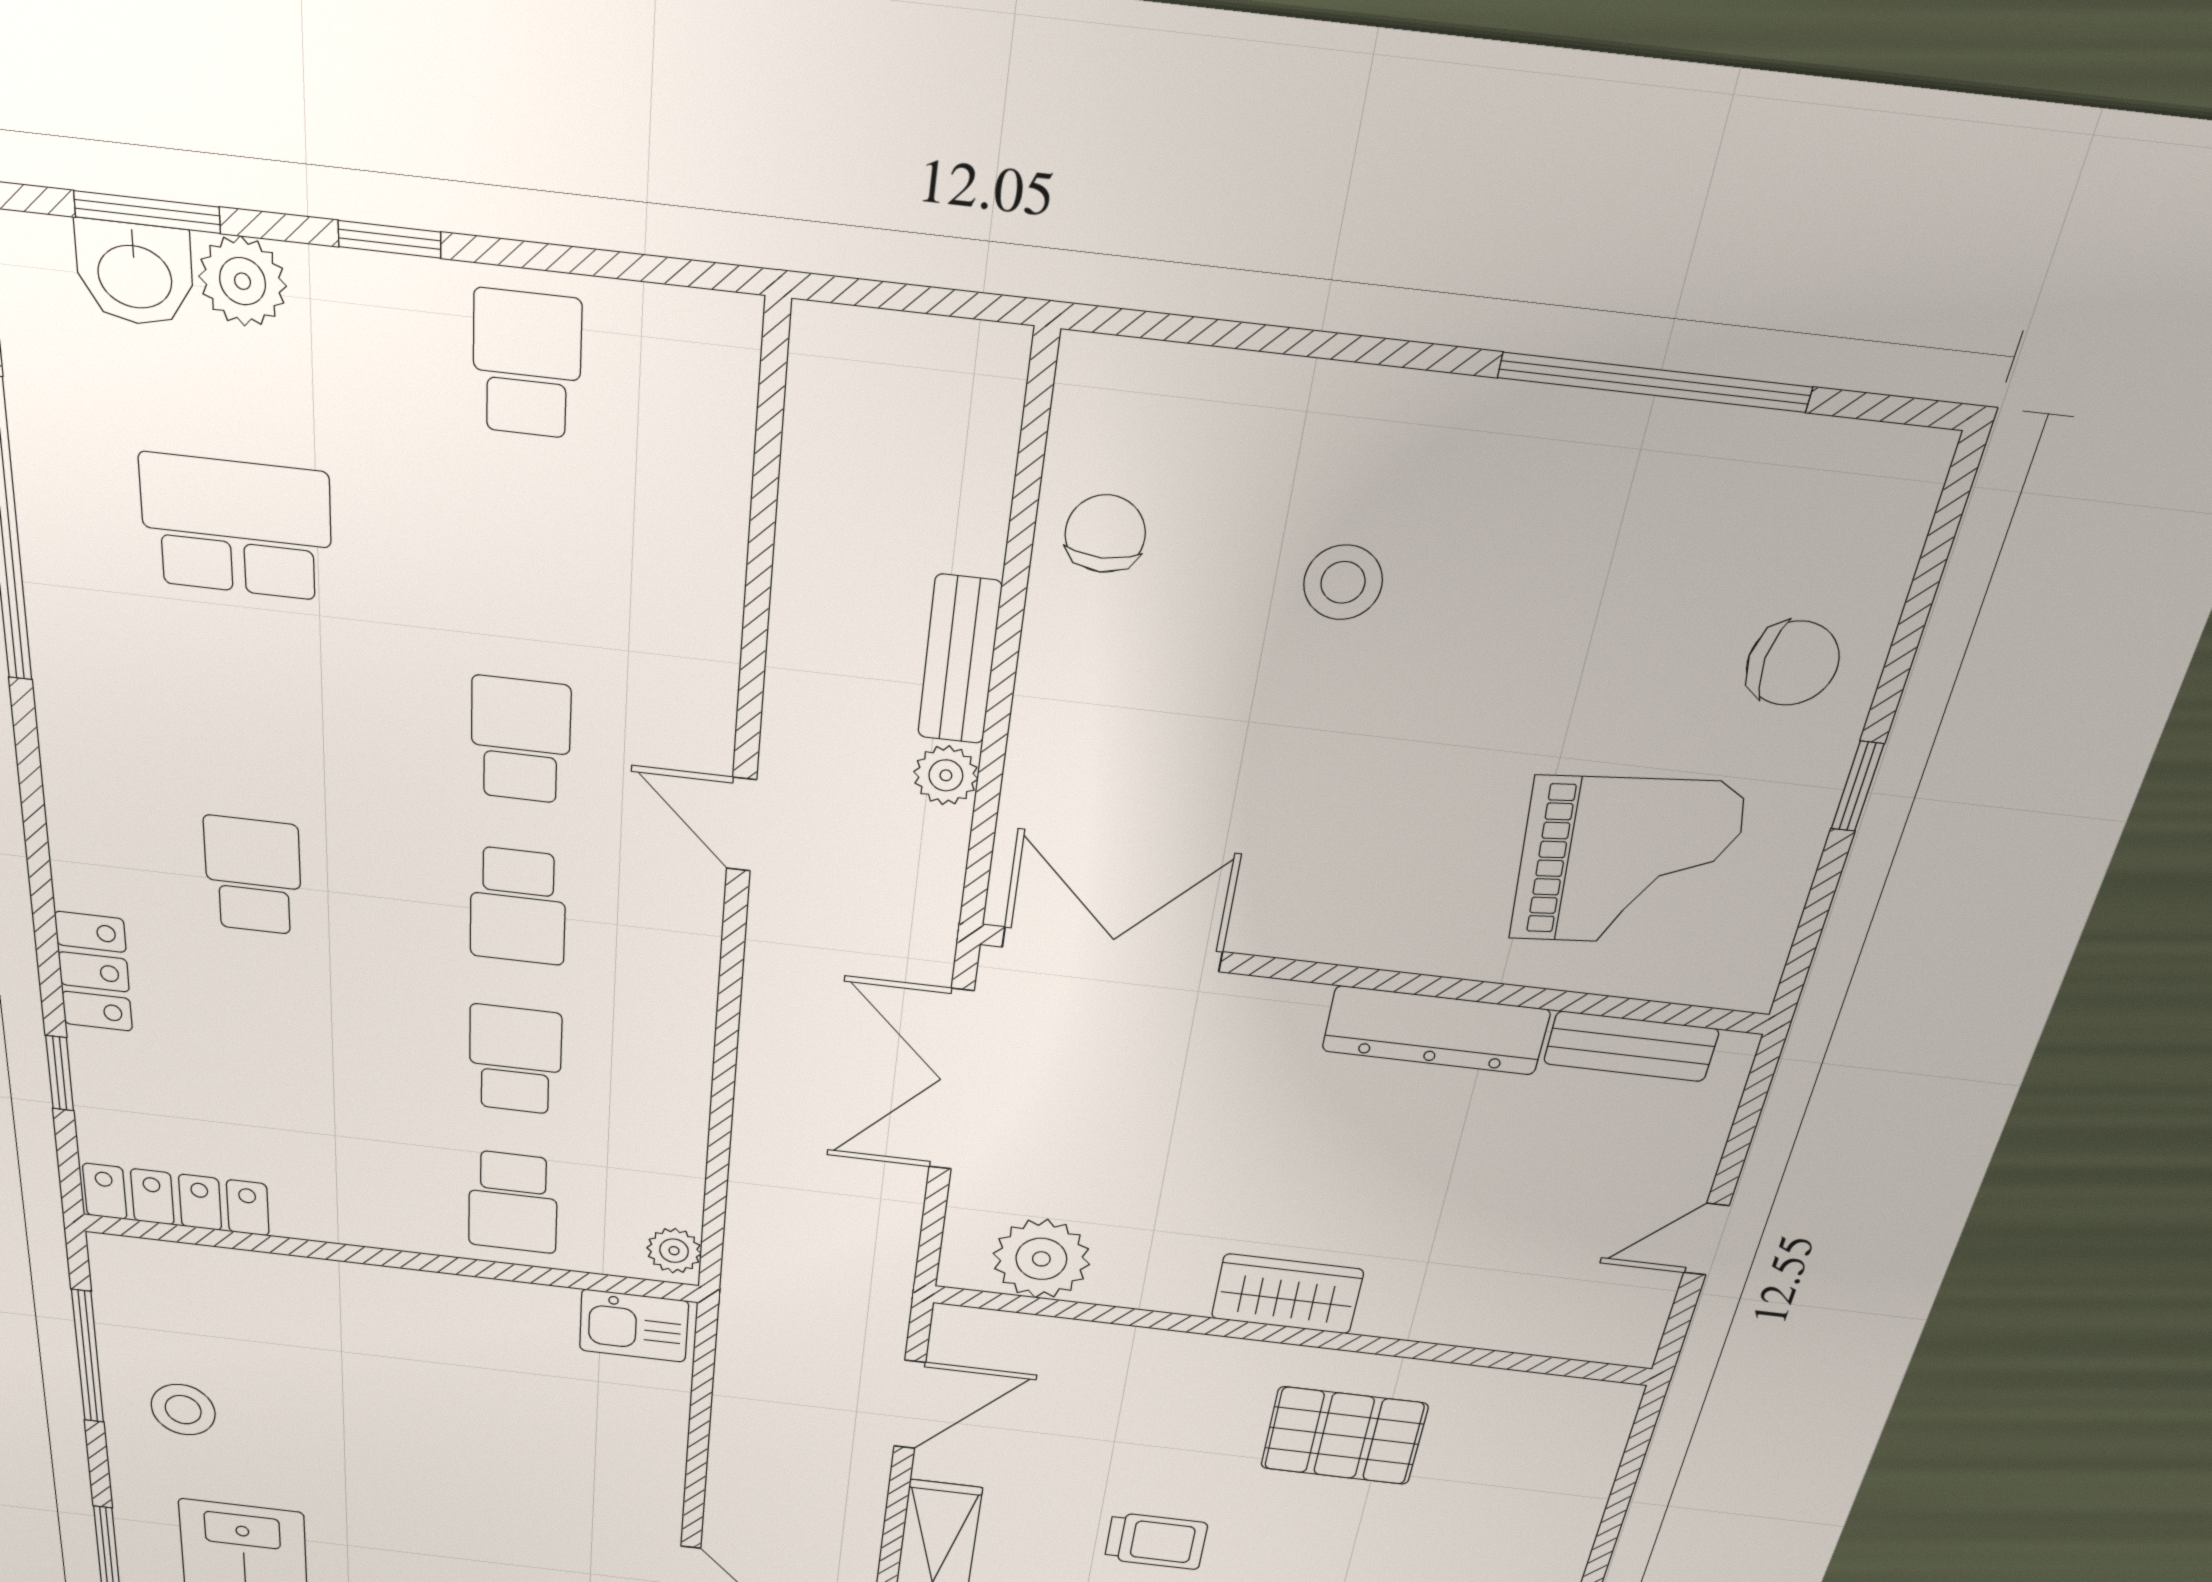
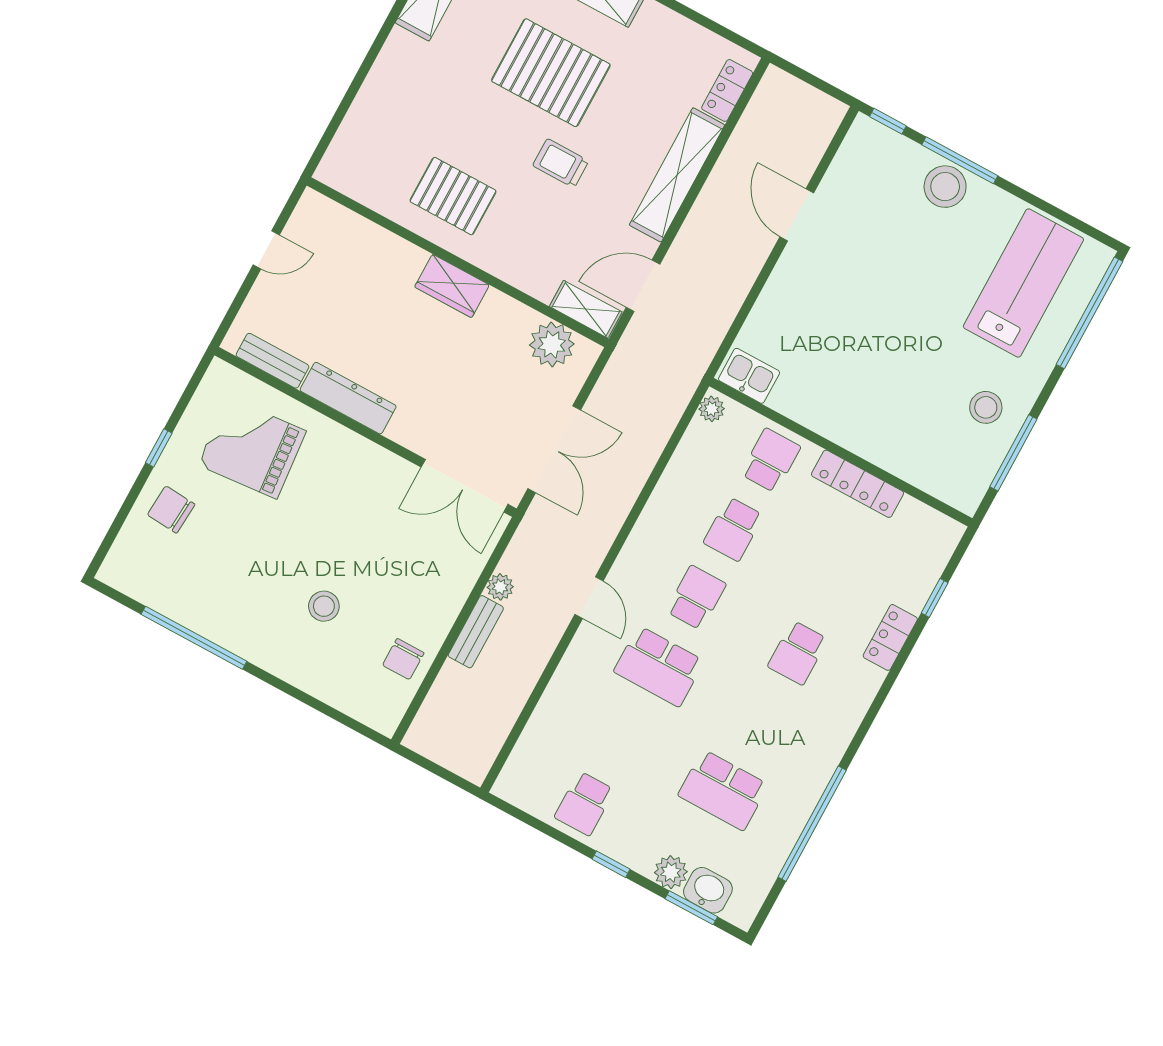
school desk: (521, 740) -> (659, 666), width x1.85
locker: (176, 1200) -> (857, 484), moved
shelving: (1001, 1336) -> (586, 309), added

